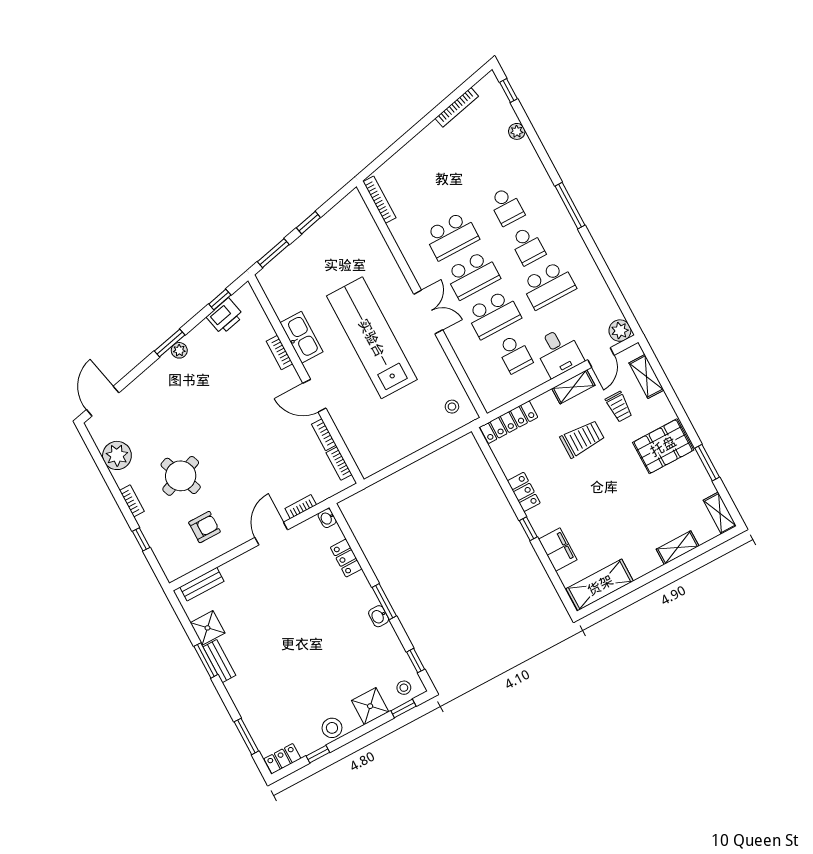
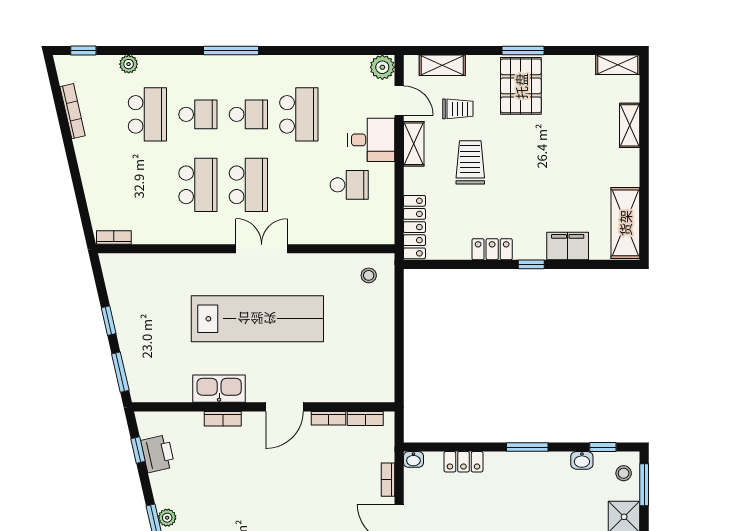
bookcase: (380, 200) -> (114, 237), width x0.64
school desk: (493, 314) -> (147, 114), moved
lab bench: (372, 338) -> (257, 319), turned 180
window: (707, 463) -> (523, 50), moved
washbasin: (379, 616) -> (582, 460), moved
window: (403, 708) -> (644, 485), width x1.50

